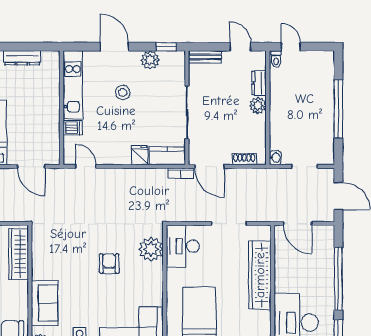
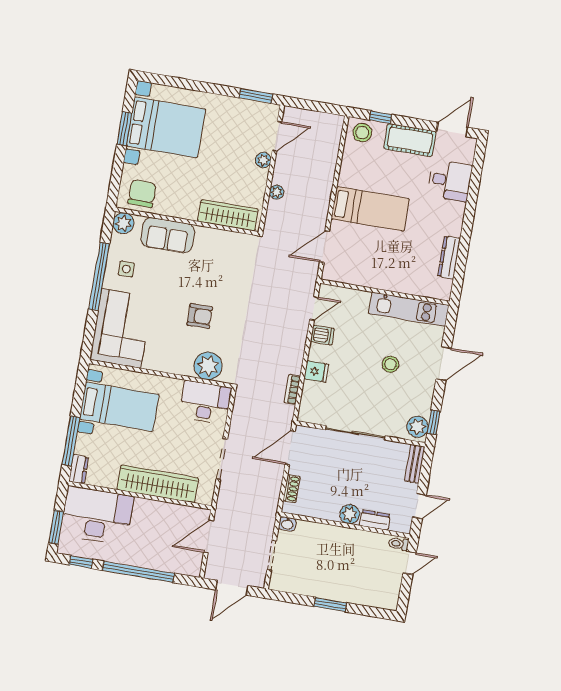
plant: (150, 60) -> (418, 427), moved
window: (338, 109) -> (330, 605), width x0.47
dishwasher: (73, 128) -> (322, 335), moved, turned -90
kitchen counter: (167, 156) -> (310, 402), removed
bookcase: (181, 173) -> (292, 389), moved

